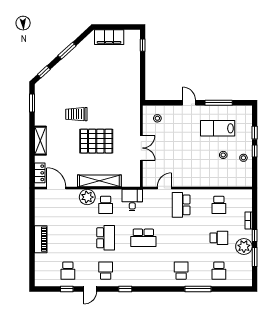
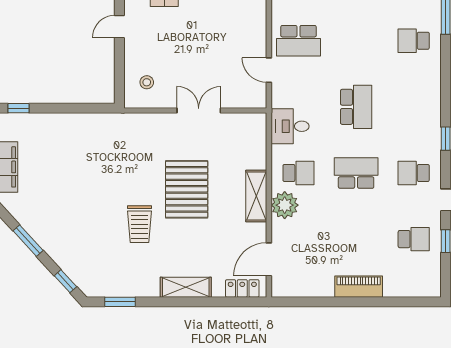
shelving: (99, 181) -> (256, 196), width x0.68

